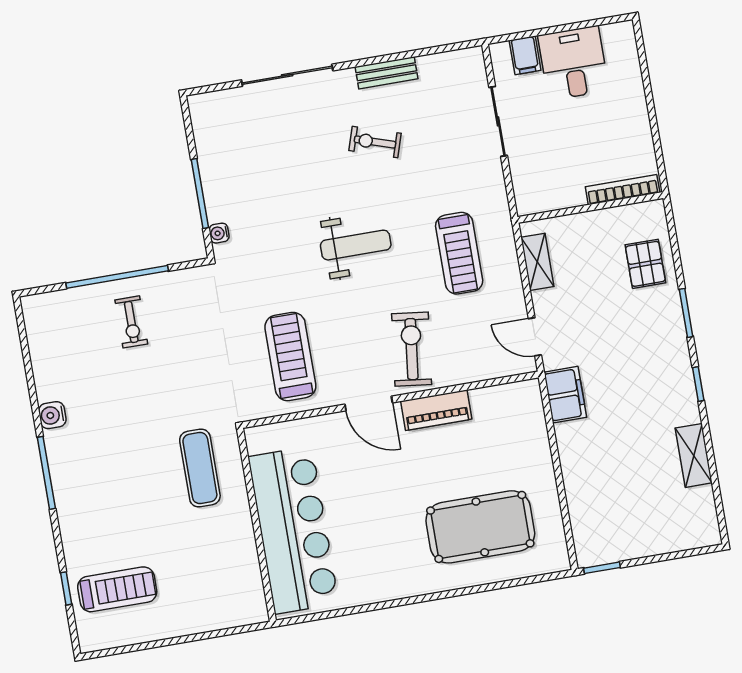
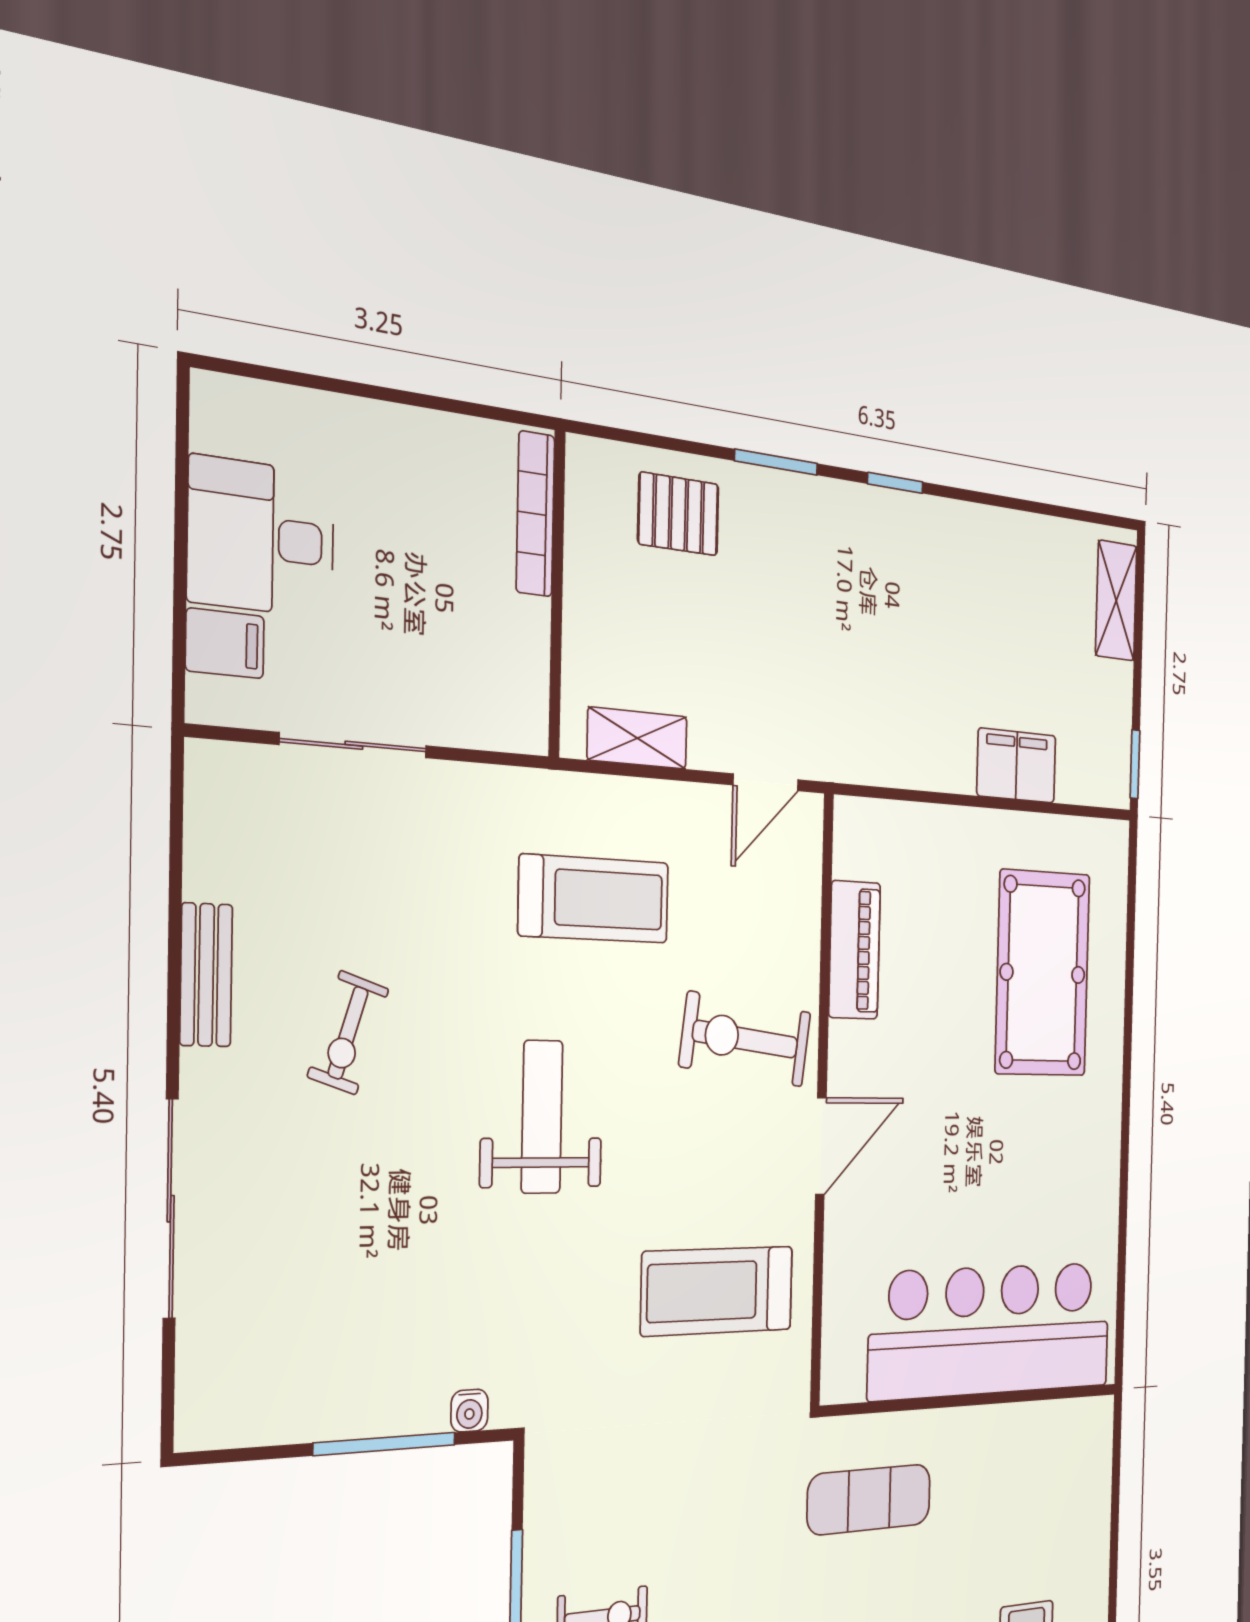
filing cabinet: (565, 395) -> (1016, 766), moved
piano: (436, 410) -> (855, 950), moved
shelving: (694, 455) -> (1116, 601), moved, turned 90

